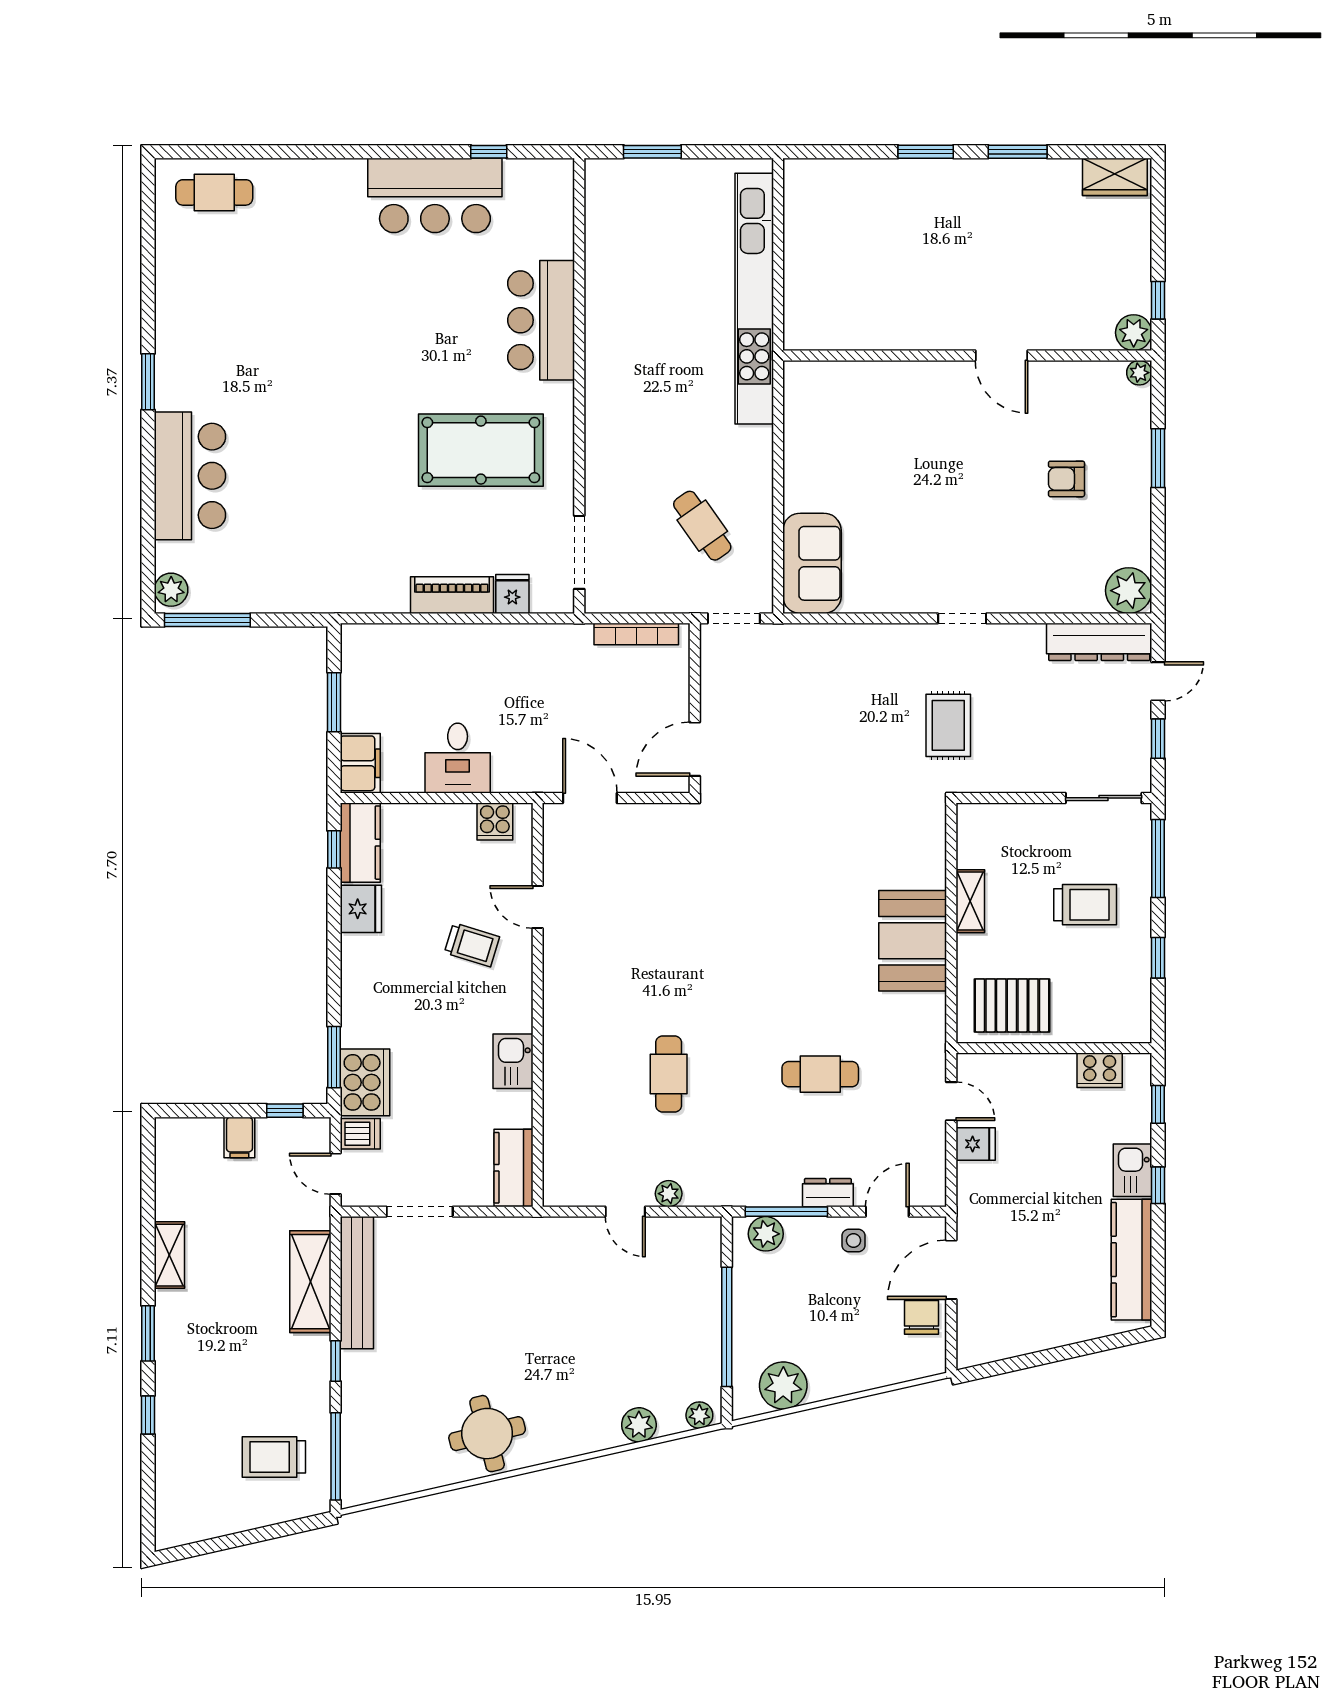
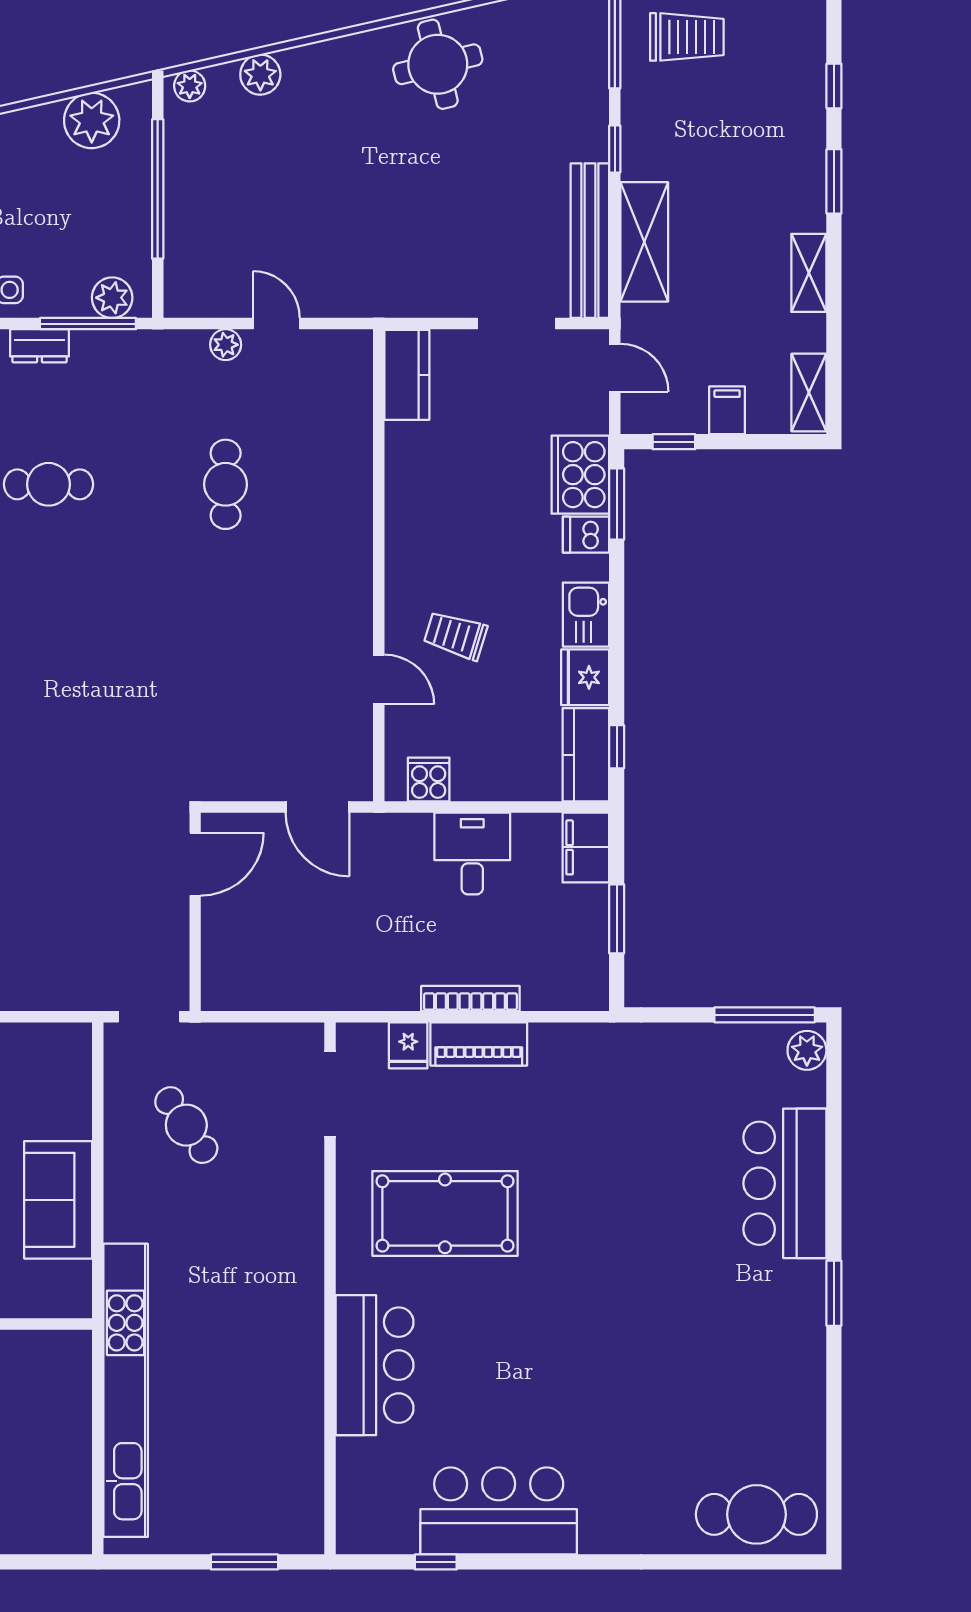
cafe table: (214, 192) -> (756, 1514), width x1.37, depth x1.35
sofa: (812, 563) -> (58, 1200), moved
bookcase: (636, 634) -> (470, 999), moved
kitchen sink: (513, 1061) -> (586, 615), moved, turned 180
dishwasher: (360, 1134) -> (586, 535), moved
shelving: (169, 1153) -> (809, 393), added

